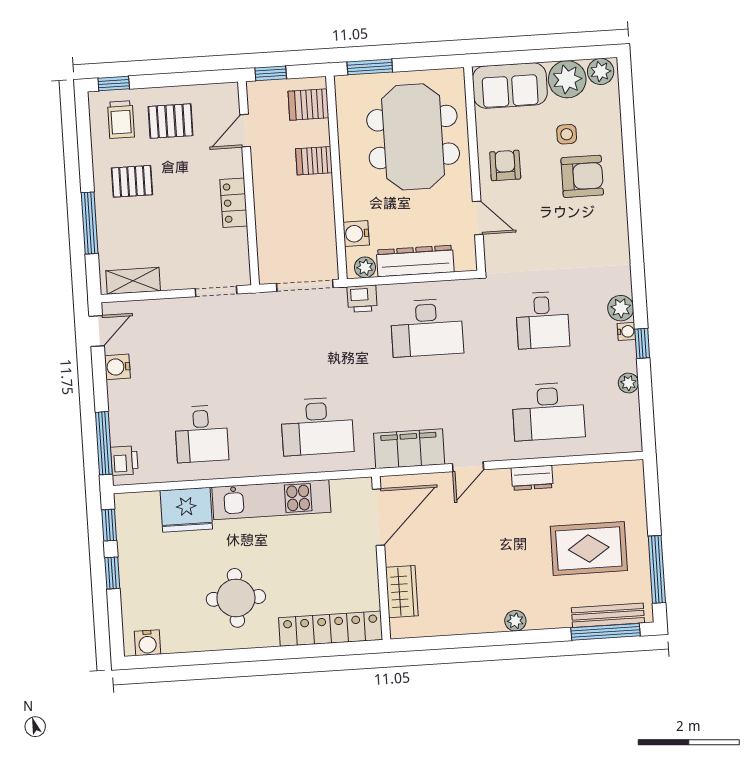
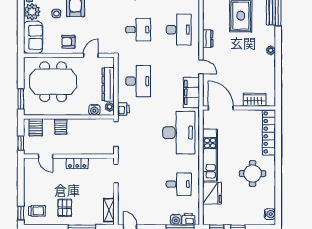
pallet: (171, 121) -> (39, 189), removed
water cooler: (117, 367) -> (176, 220), moved
desk: (317, 426) -> (179, 133), width x1.36, depth x1.30

